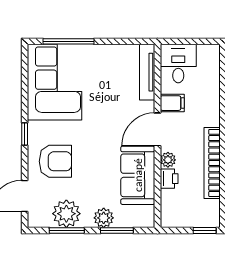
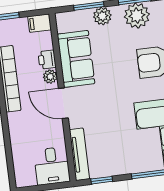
window: (127, 41) -> (102, 180), added
filing cabinet: (172, 103) -> (40, 23), moved
door: (158, 129) -> (63, 103), swing flipped

